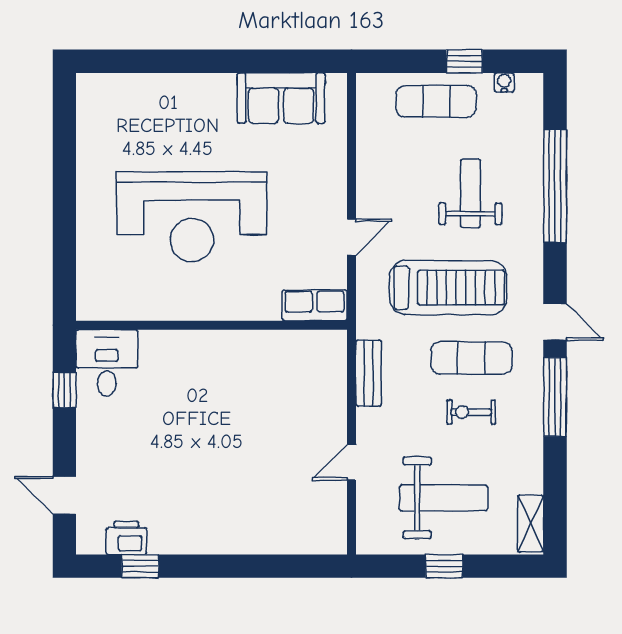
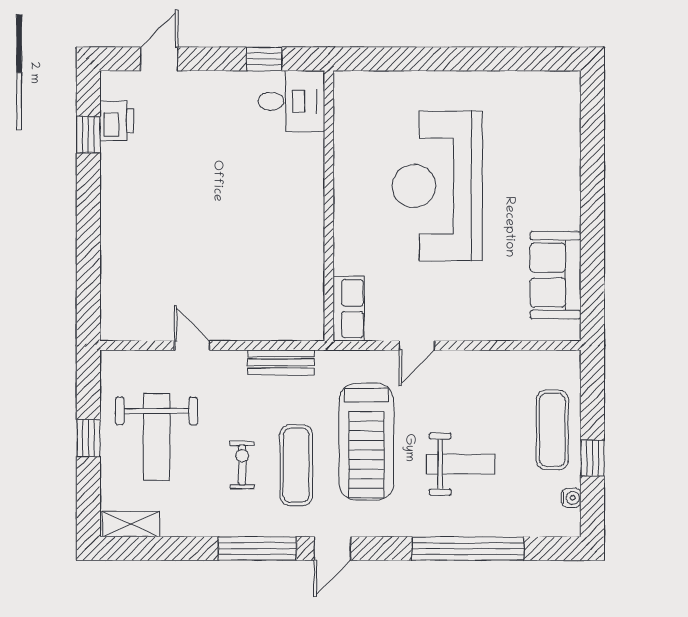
door: (352, 237) -> (417, 345), hinge flipped

